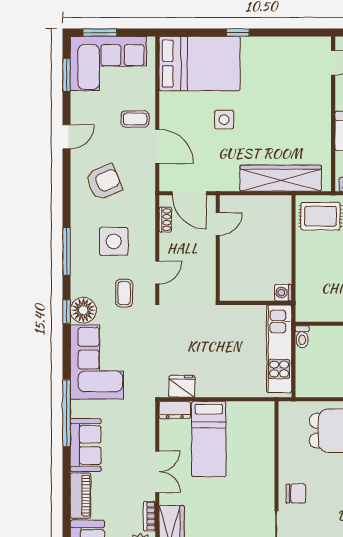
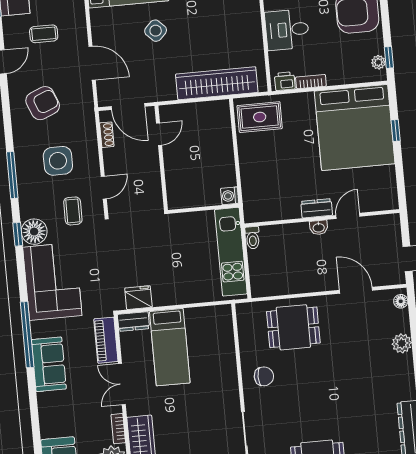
coffee table: (135, 119) -> (44, 34), moved
side table: (224, 120) -> (156, 31), turned 45
double door: (157, 472) -> (122, 384), swing flipped
chair: (296, 494) -> (264, 376), moved
piano: (80, 496) -> (106, 340), moved, turned 180

